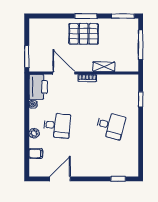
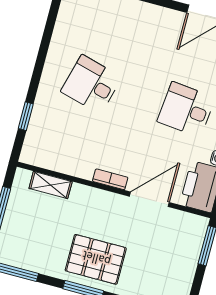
shelving: (104, 67) -> (51, 185), moved
door: (64, 73) -> (149, 199), swing flipped

